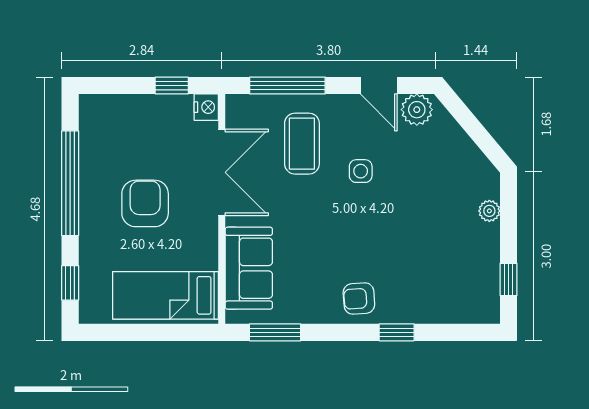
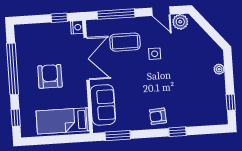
coffee table: (302, 144) -> (125, 42), turned 90

